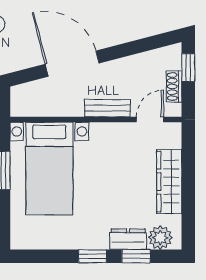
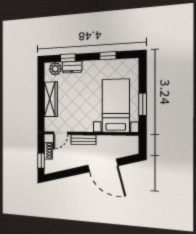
window: (93, 256) -> (108, 56), moved

